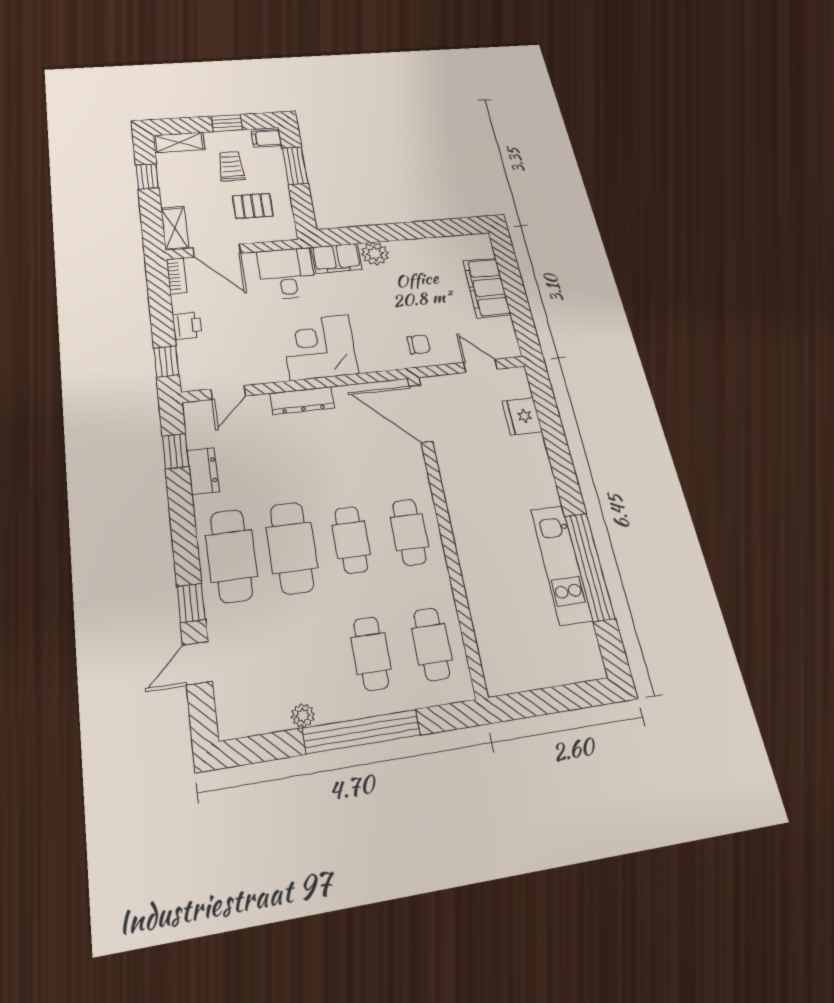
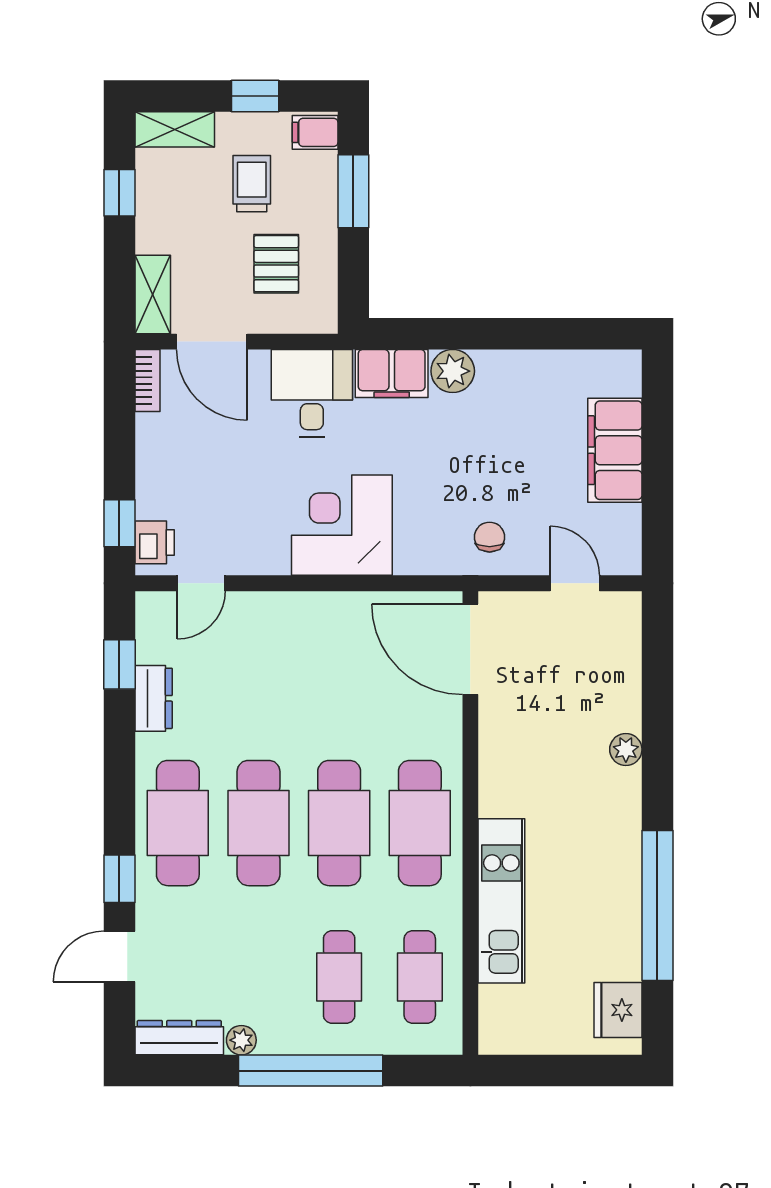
pallet: (253, 206) -> (276, 264), turned 90
printer: (187, 326) -> (155, 542), moved
chair: (419, 344) -> (490, 537), turned -90
dresser: (302, 401) -> (179, 1038), moved, turned 180
fridge: (522, 416) -> (618, 1010), moved
plant: (540, 465) -> (626, 749), added
cafe table: (409, 532) -> (420, 823), width x1.37, depth x1.35
cafe table: (351, 540) -> (339, 823), width x1.37, depth x1.35
kitchen unit: (561, 564) -> (501, 901), moved, turned 180

